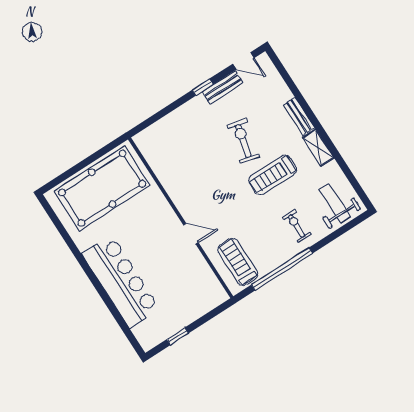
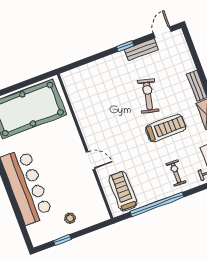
door: (243, 61) -> (162, 32), swing flipped
treadmill: (273, 175) -> (166, 128), turned 180
stool: (181, 308) -> (70, 218), added

